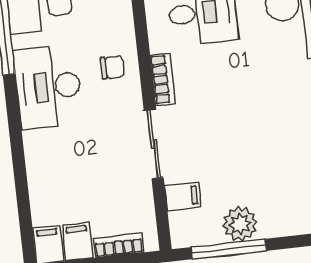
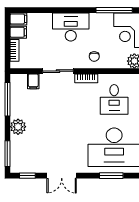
desk: (48, 87) -> (71, 27), moved
plant: (240, 224) -> (18, 127), moved

